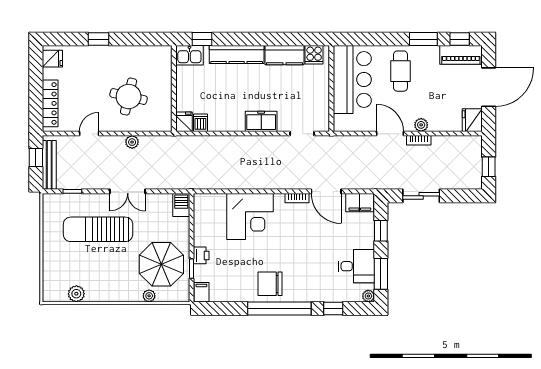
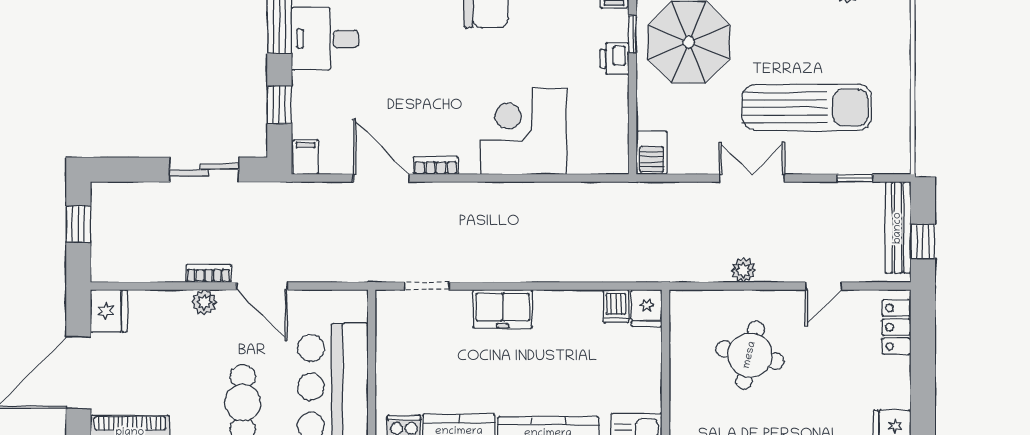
locker: (50, 103) -> (896, 327), width x0.66
filing cabinet: (360, 203) -> (306, 157), width x0.50

